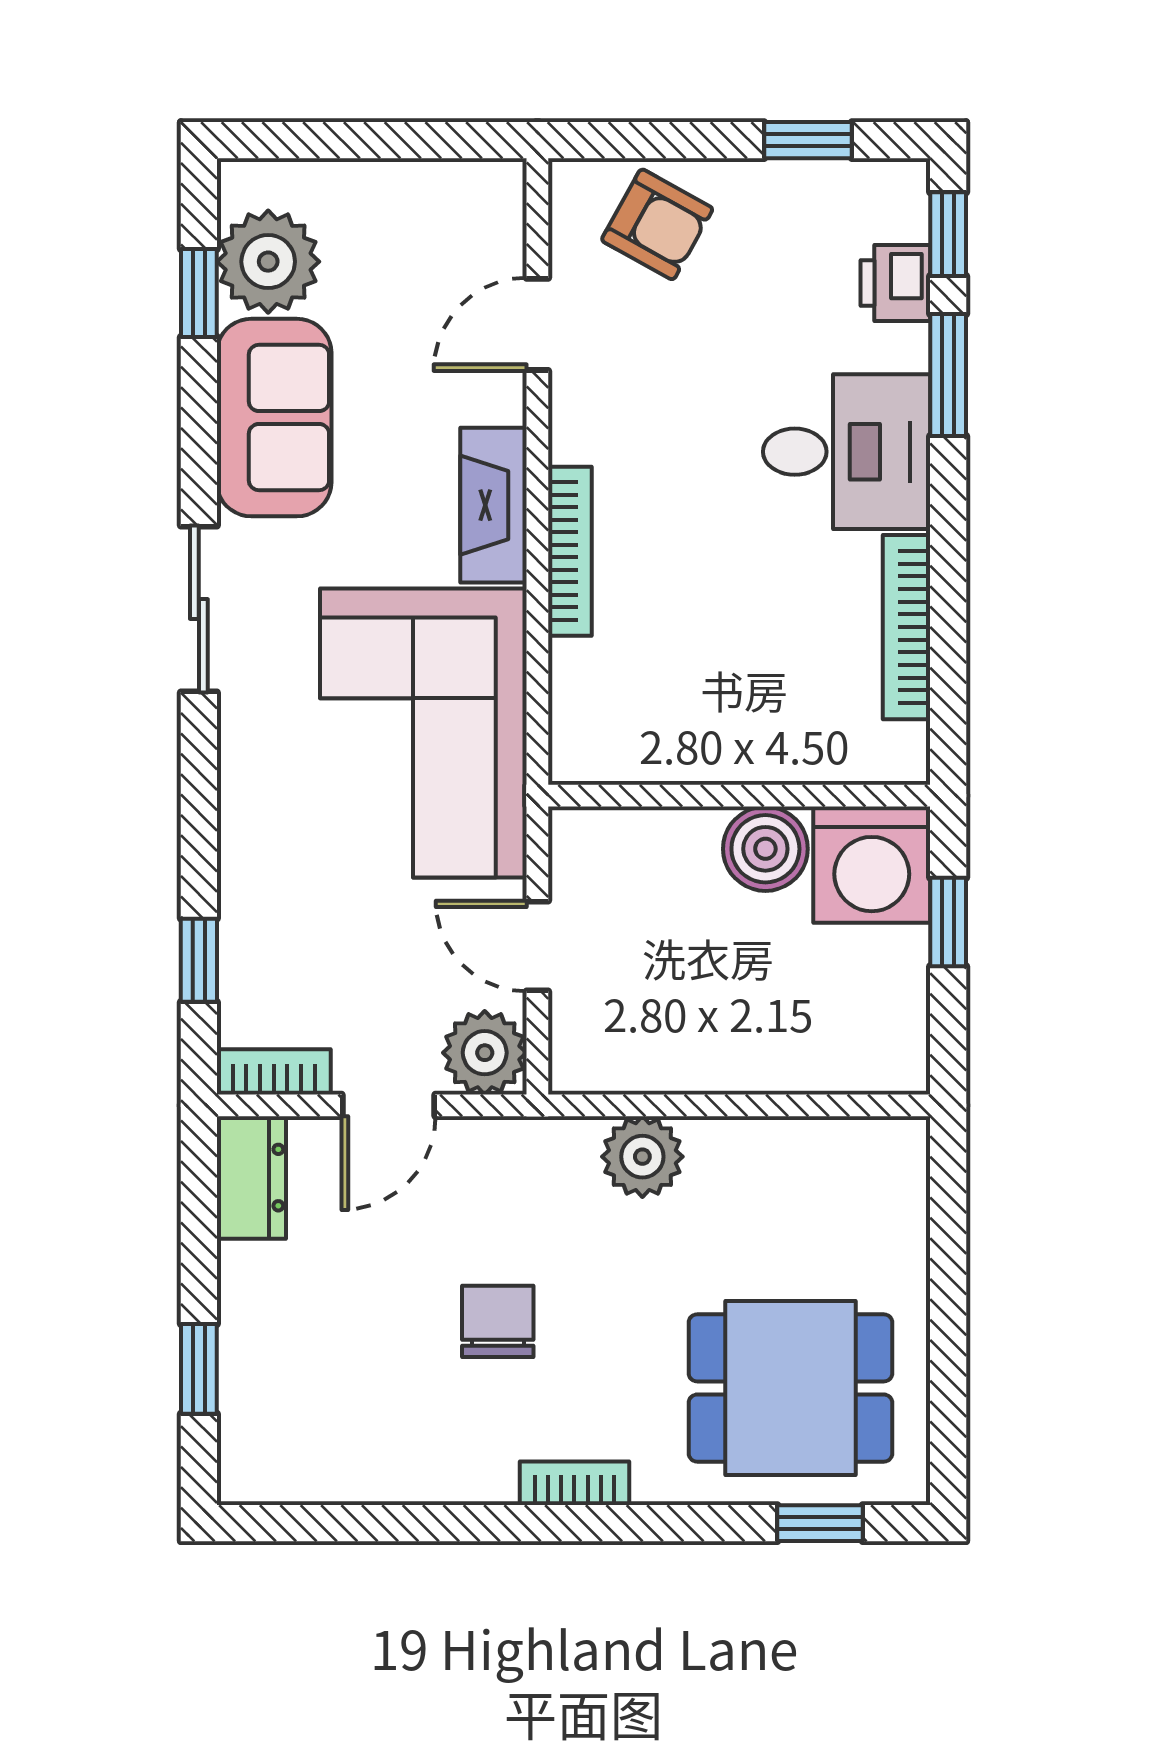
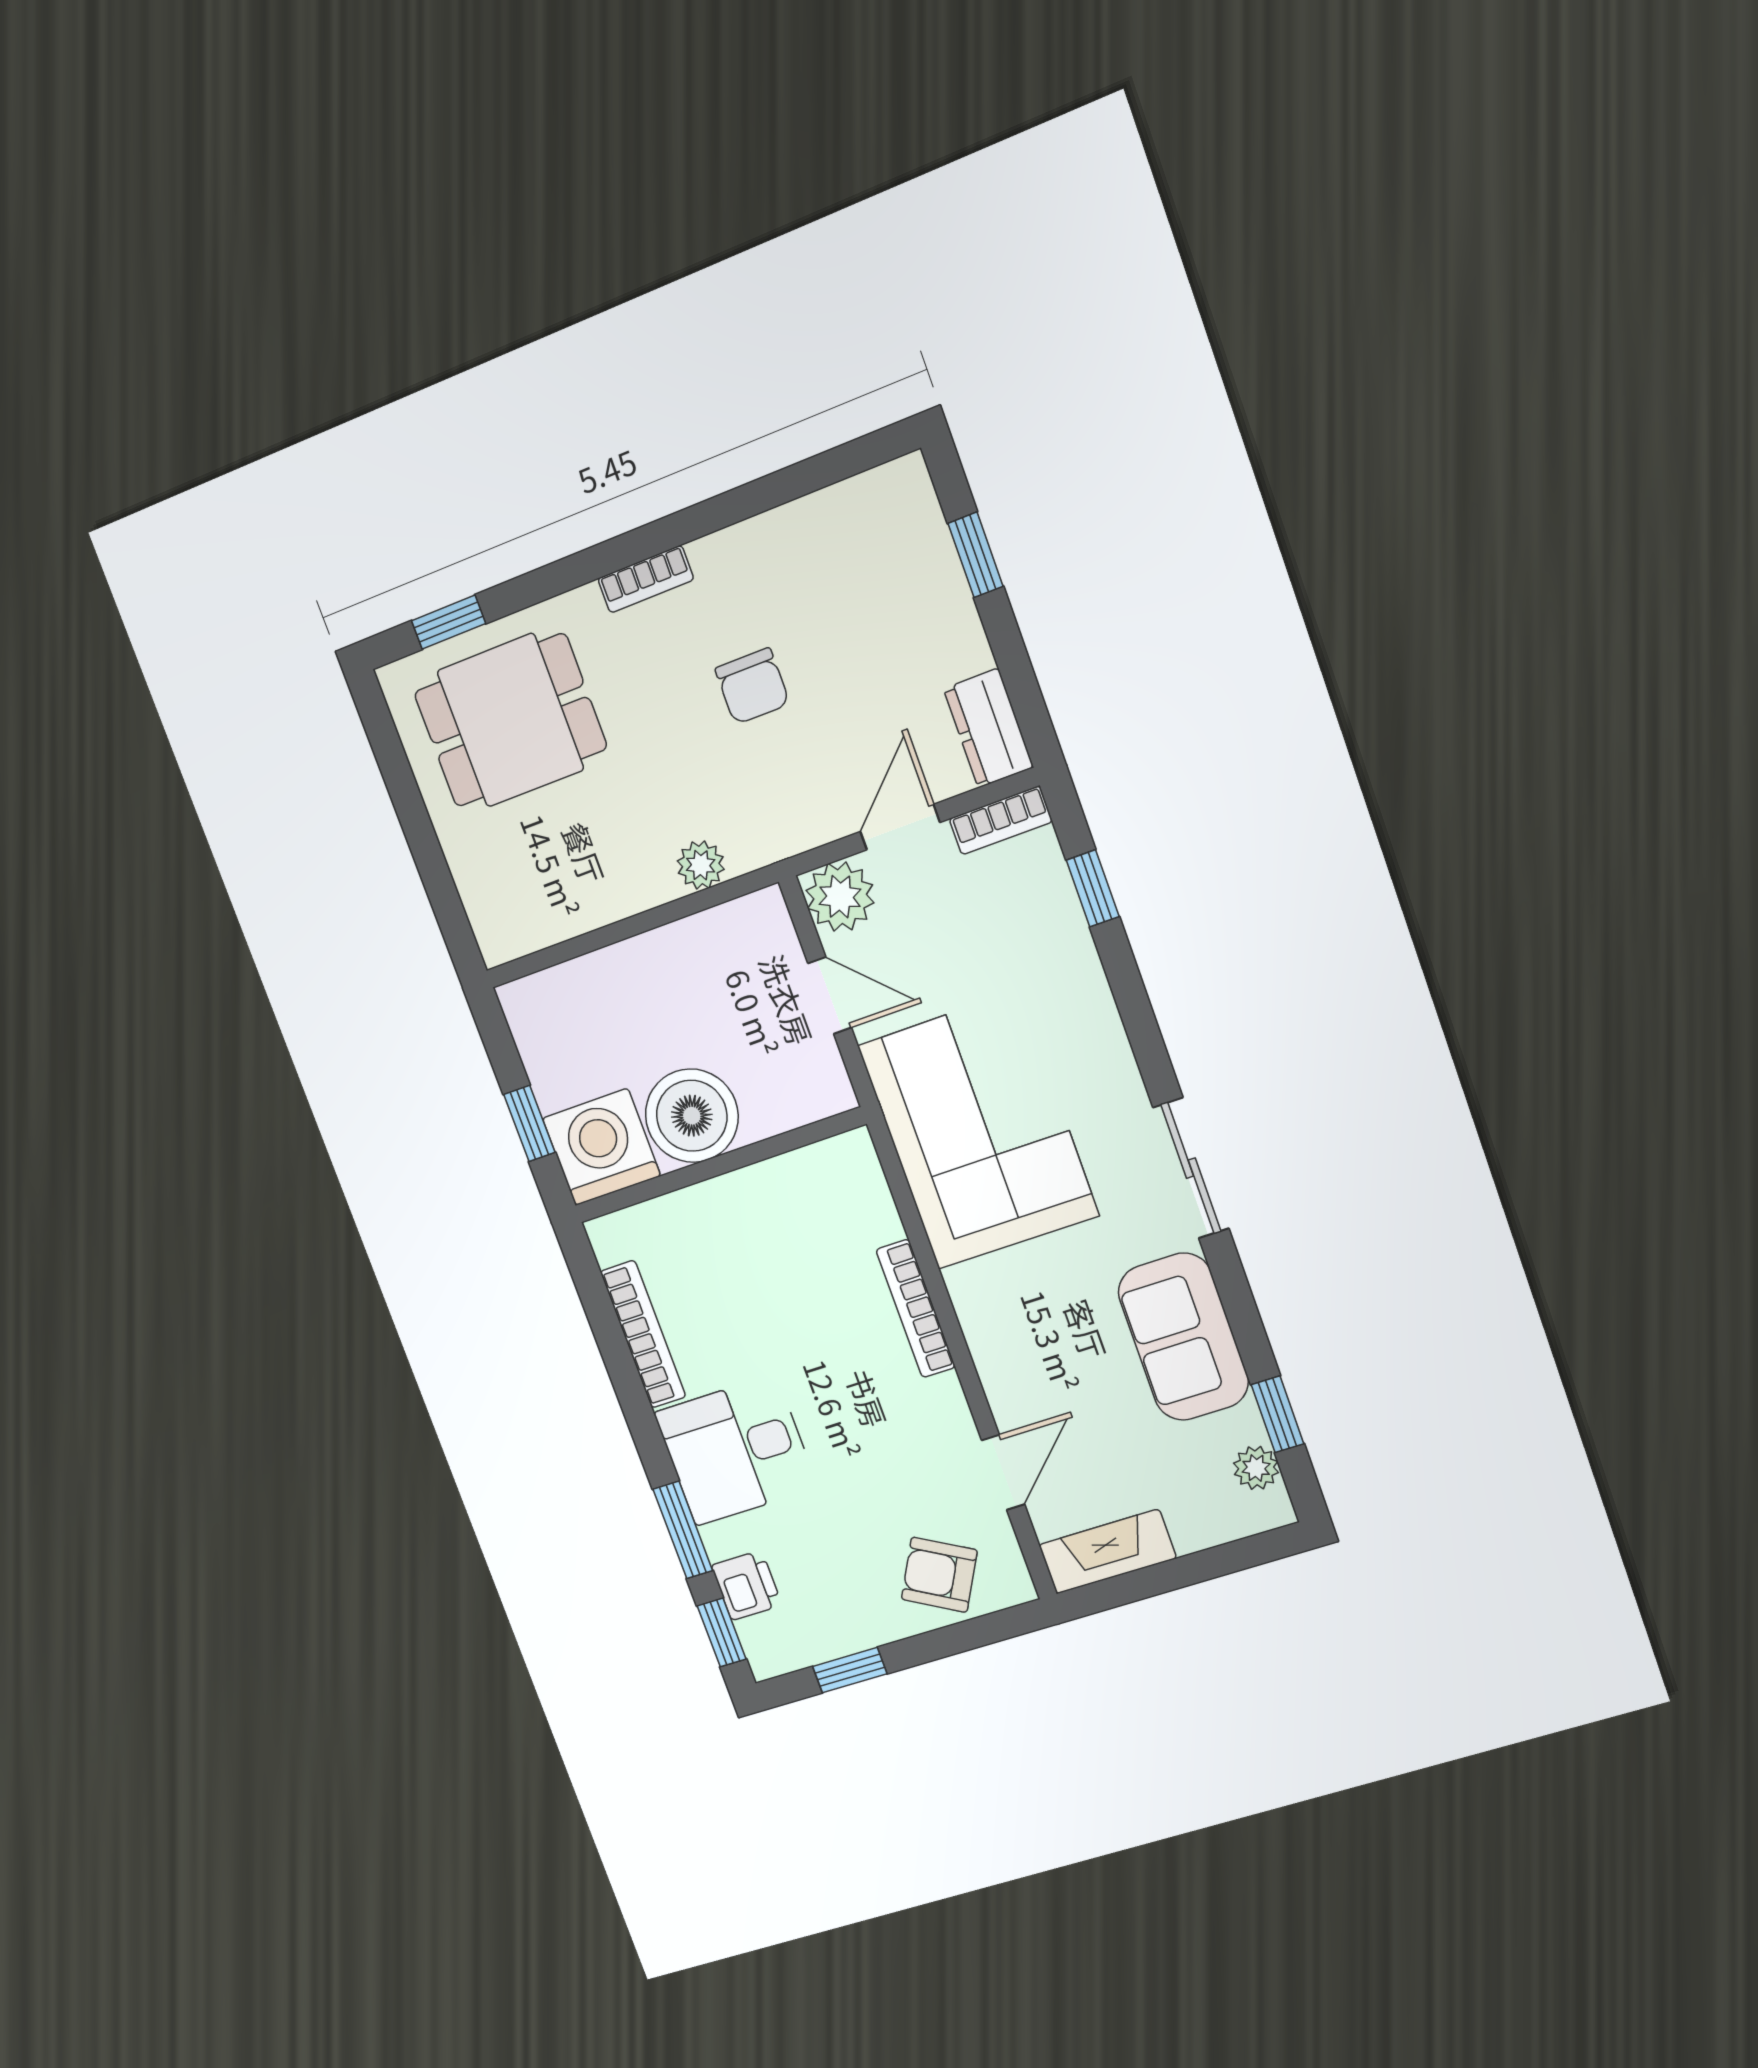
plant: (268, 262) -> (1256, 1468), width x0.53, depth x0.53
fireplace: (493, 505) -> (1107, 1552), moved, turned -90
boiler: (765, 849) -> (692, 1116), width x1.37, depth x1.37
plant: (642, 1157) -> (701, 865), width x0.73, depth x0.73

